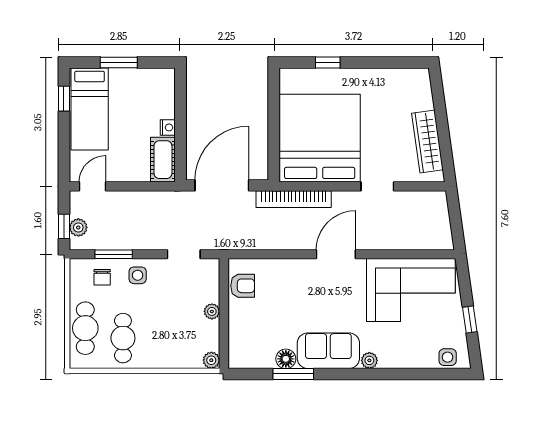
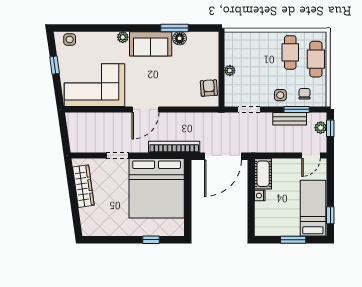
bench: (124, 241) -> (290, 119), added
armchair: (243, 286) -> (209, 88), turned 86
plant: (211, 360) -> (230, 37), removed

